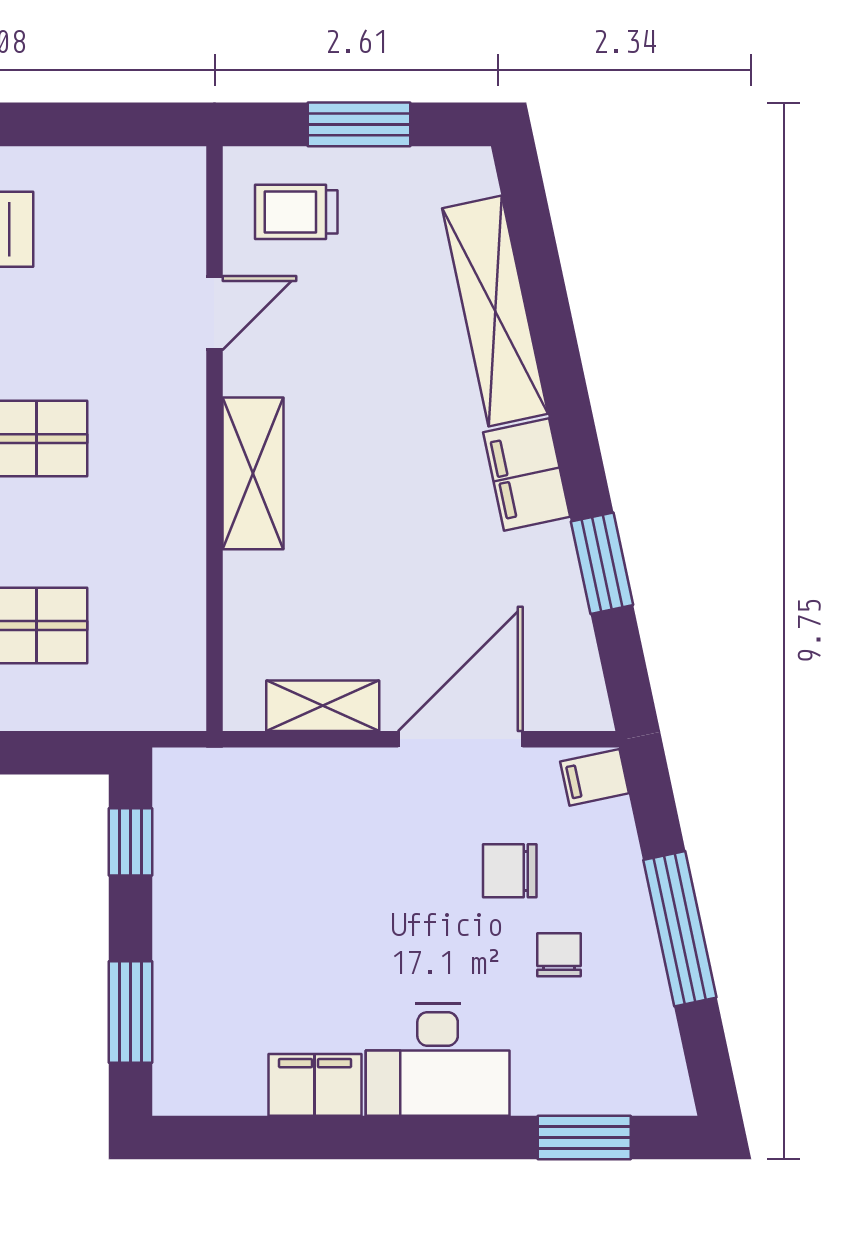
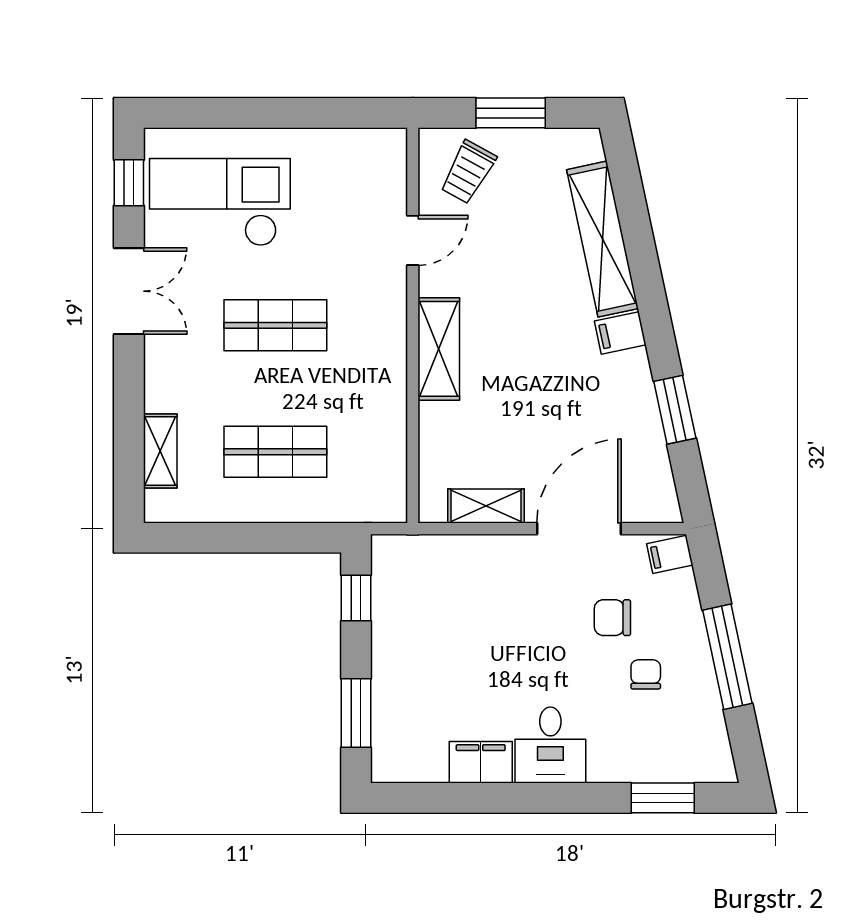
trolley: (296, 212) -> (468, 172), turned -61
filing cabinet: (527, 475) -> (620, 333), width x0.50
desk: (438, 1059) -> (550, 745), width x0.73

